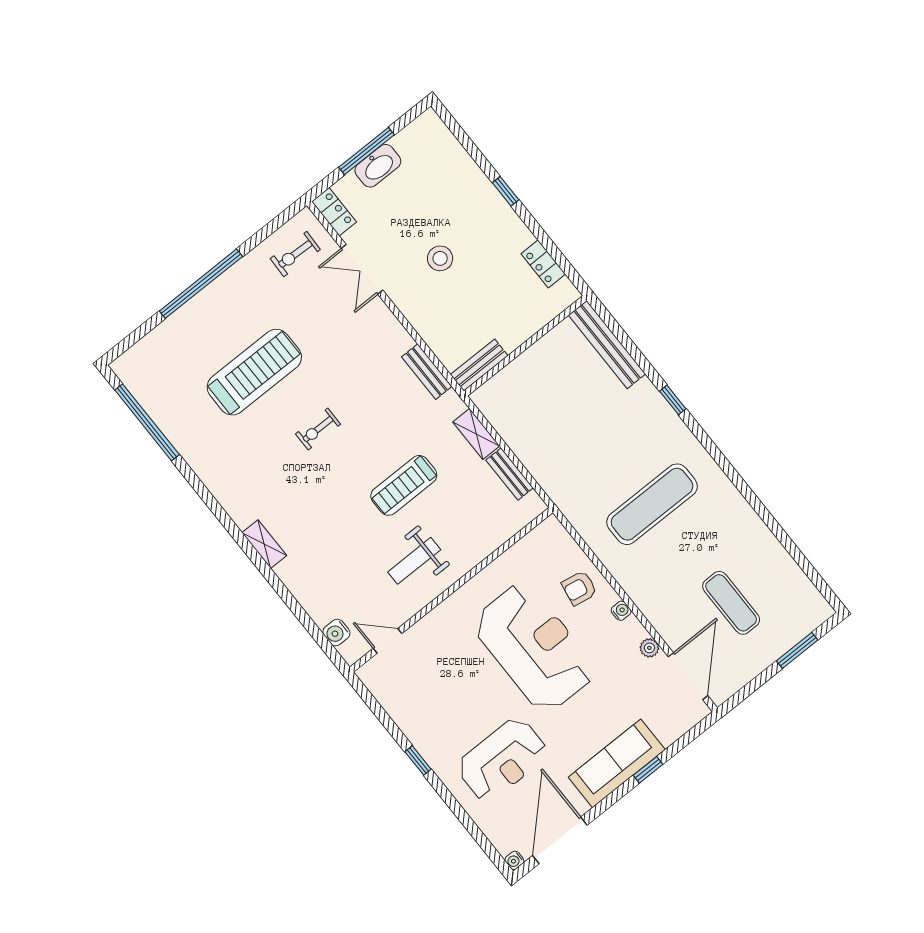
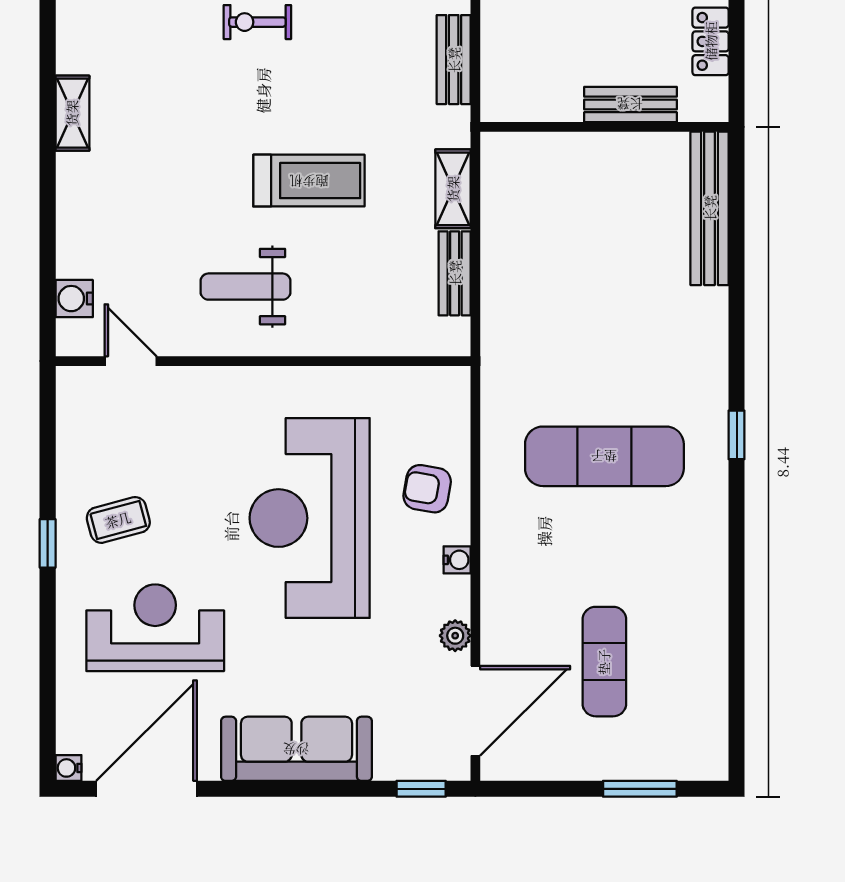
bench: (479, 365) -> (630, 104), moved
window: (673, 400) -> (737, 435), moved
treadmill: (404, 485) -> (309, 181), turned 180
reception desk: (534, 647) -> (310, 518), turned 180
coffee table: (443, 722) -> (118, 520), added
reception desk: (502, 760) -> (155, 628), turned 180
window: (648, 770) -> (421, 789), moved

